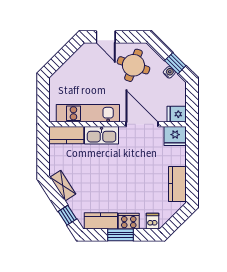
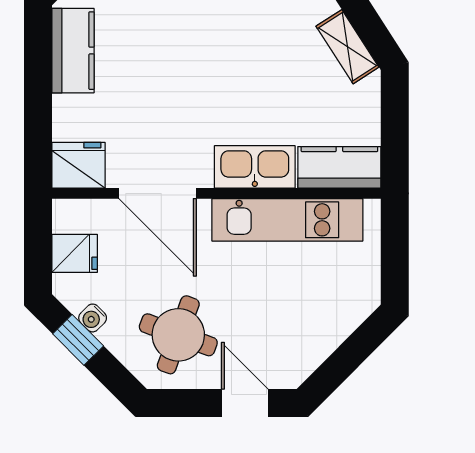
fridge: (177, 114) -> (75, 253), moved

